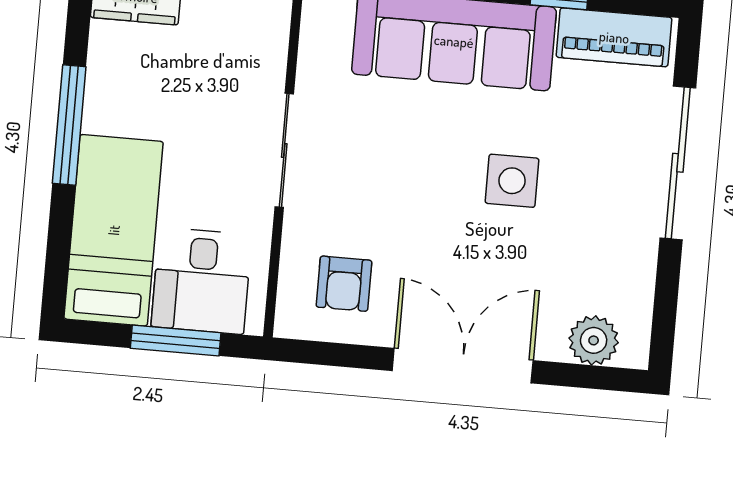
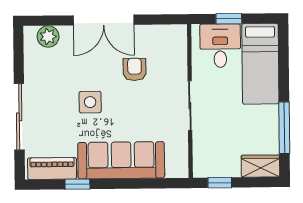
window: (69, 125) -> (284, 128), moved
armchair: (344, 284) -> (135, 69), moved
window: (176, 341) -> (229, 19), width x0.67

